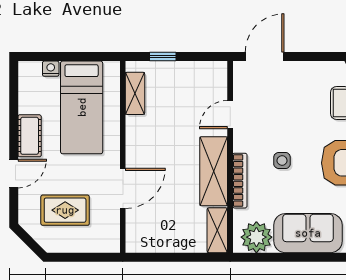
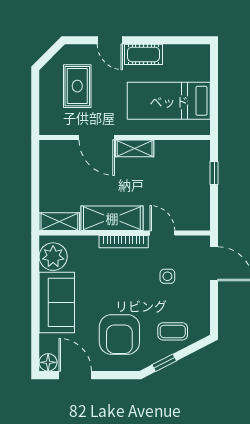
nightstand: (51, 69) -> (203, 73), removed
shelving: (135, 93) -> (135, 148), moved
side table: (282, 161) -> (167, 276), moved
bookcase: (240, 181) -> (124, 242), moved

